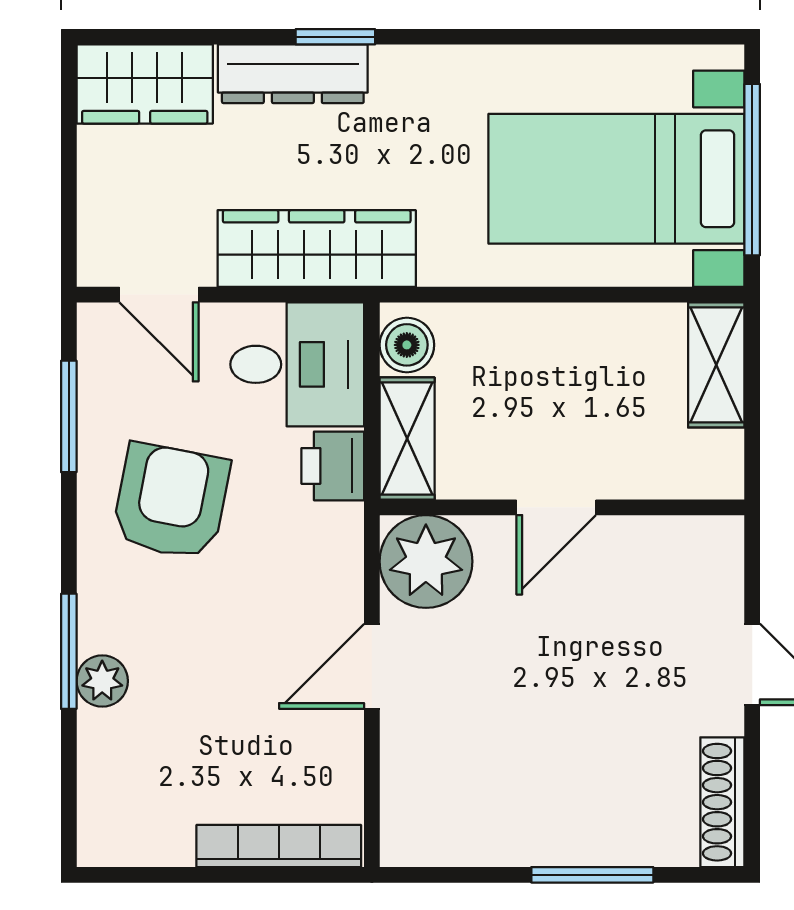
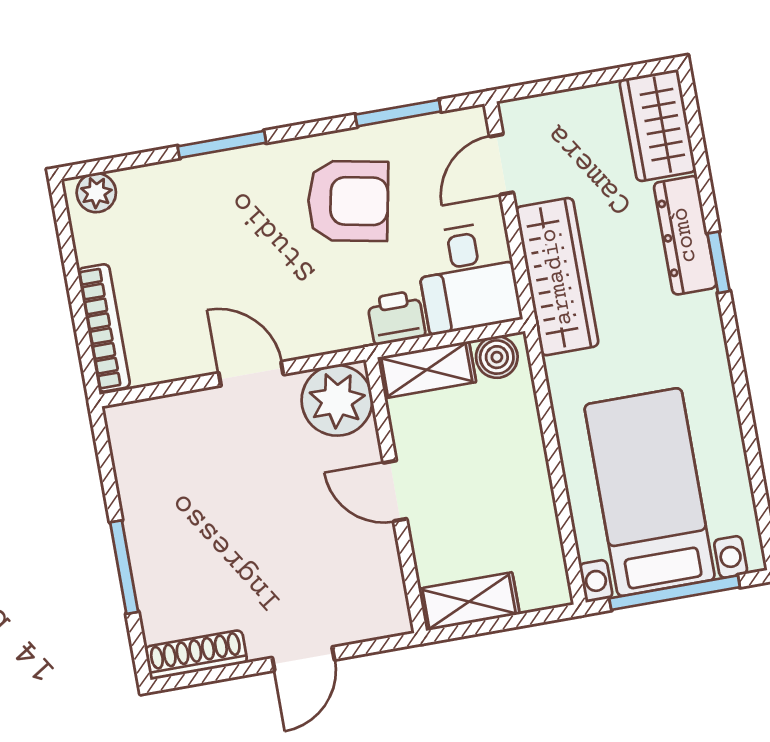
shelving: (716, 365) -> (469, 602), moved
plant: (102, 681) -> (96, 193), moved

